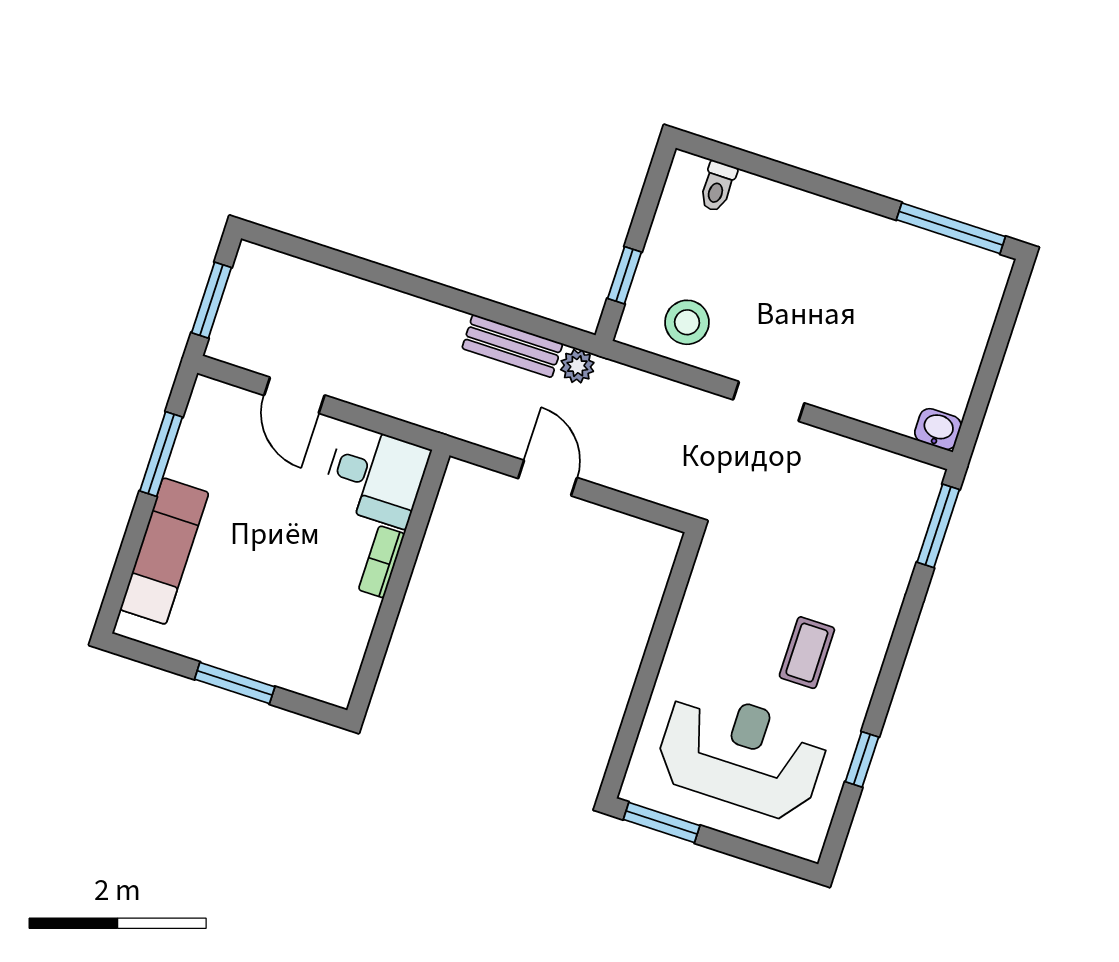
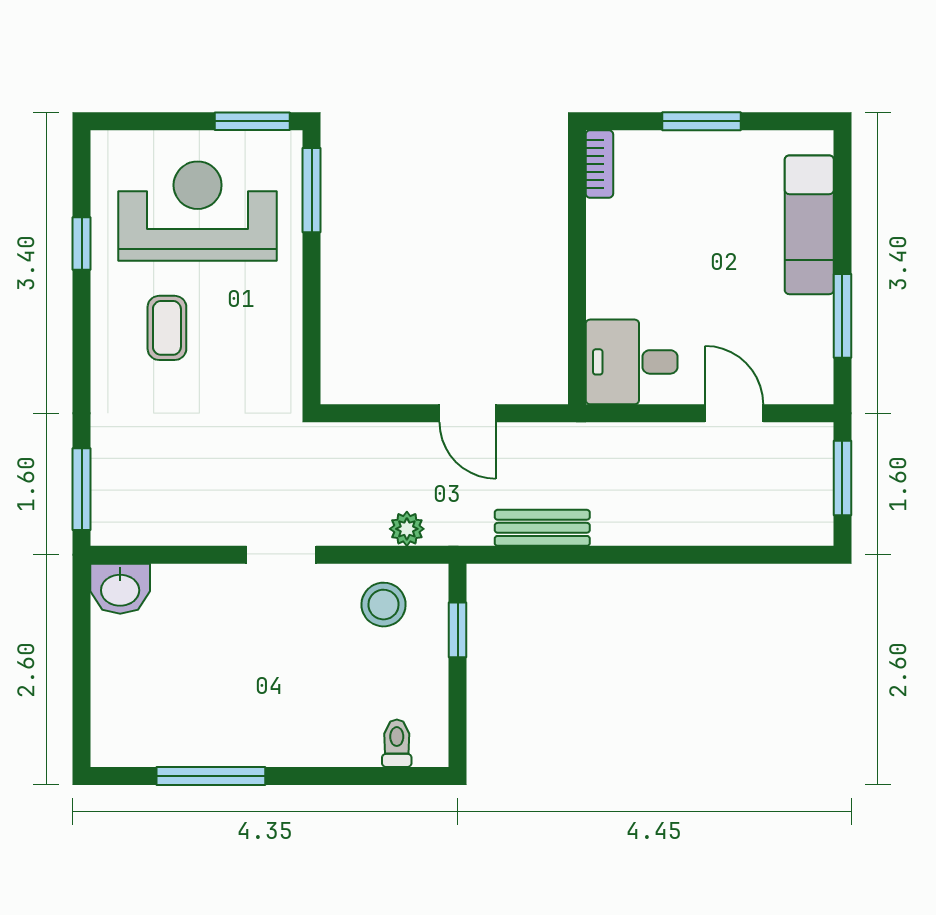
window: (951, 228) -> (211, 776), moved
plant: (577, 366) -> (407, 529), moved
washbasin: (938, 429) -> (120, 589), width x1.38, depth x1.45
bookcase: (382, 562) -> (599, 164), moved
window: (627, 739) -> (312, 190), added
reception desk: (742, 754) -> (198, 211), turned 180

